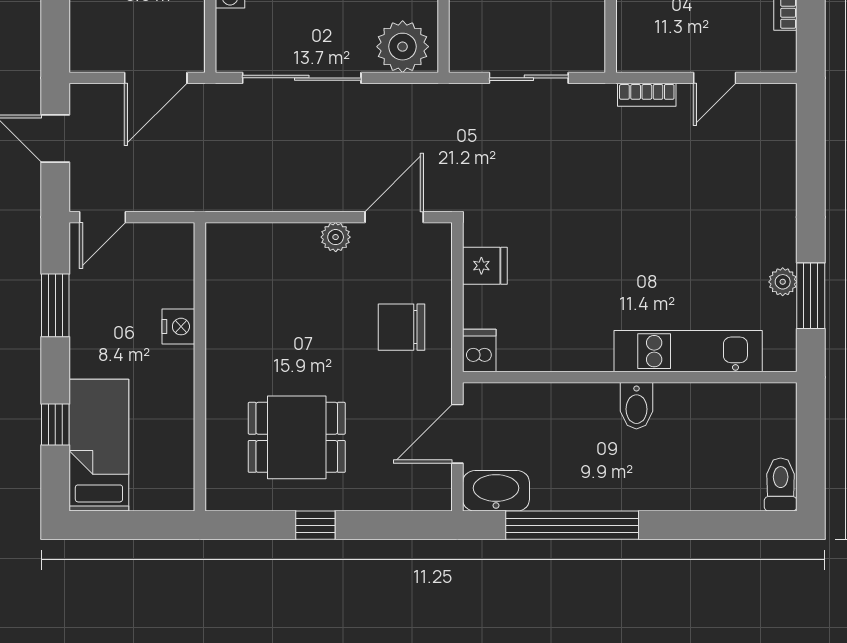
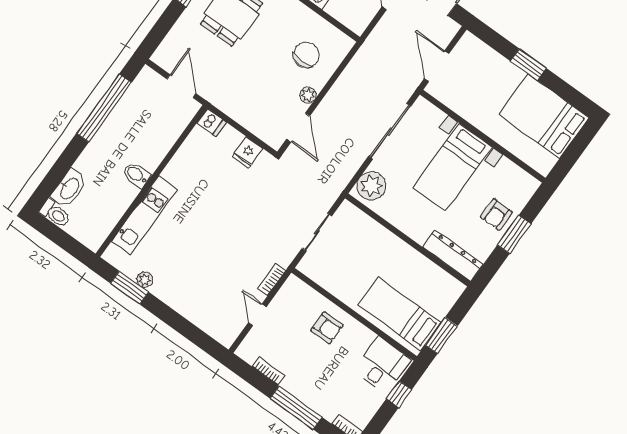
chair: (401, 327) -> (306, 55), moved
washbasin: (496, 491) -> (69, 188), moved

